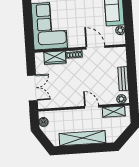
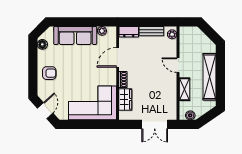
dresser: (121, 57) -> (129, 32), added
double door: (32, 88) -> (155, 124), swing flipped
door: (92, 107) -> (178, 65), hinge flipped
shelving: (114, 112) -> (184, 89), moved

